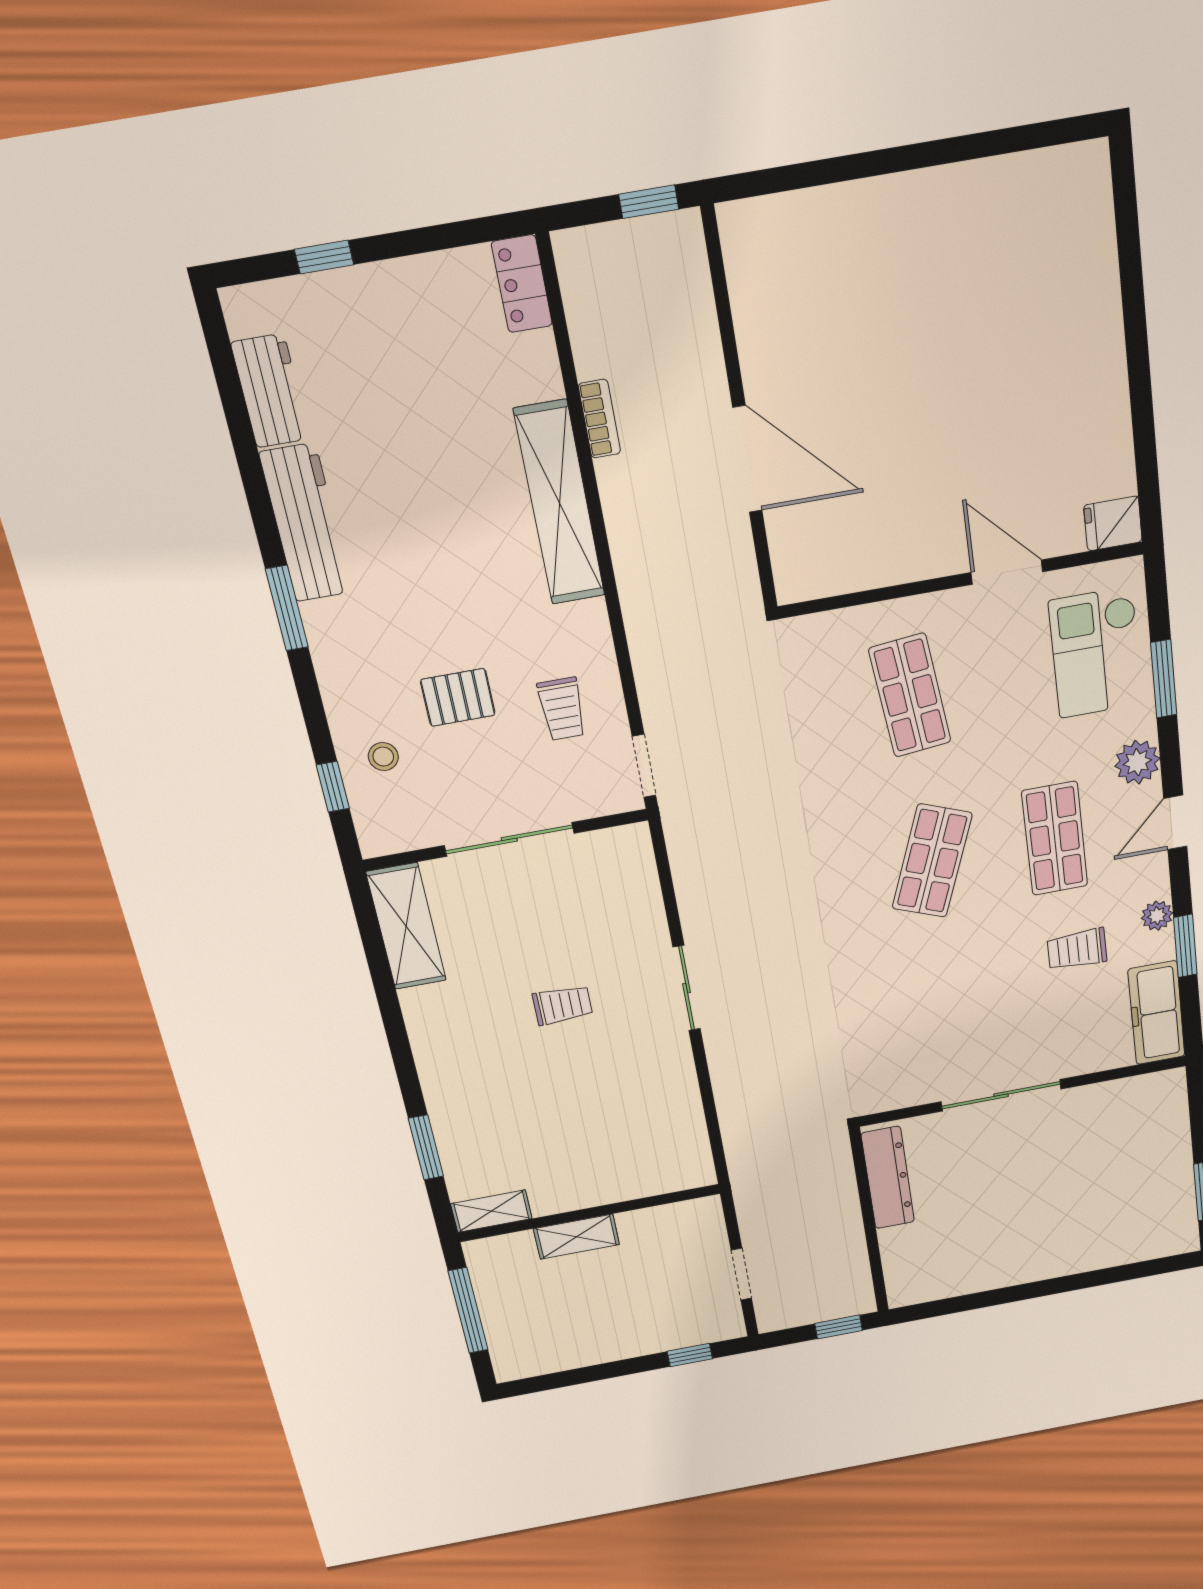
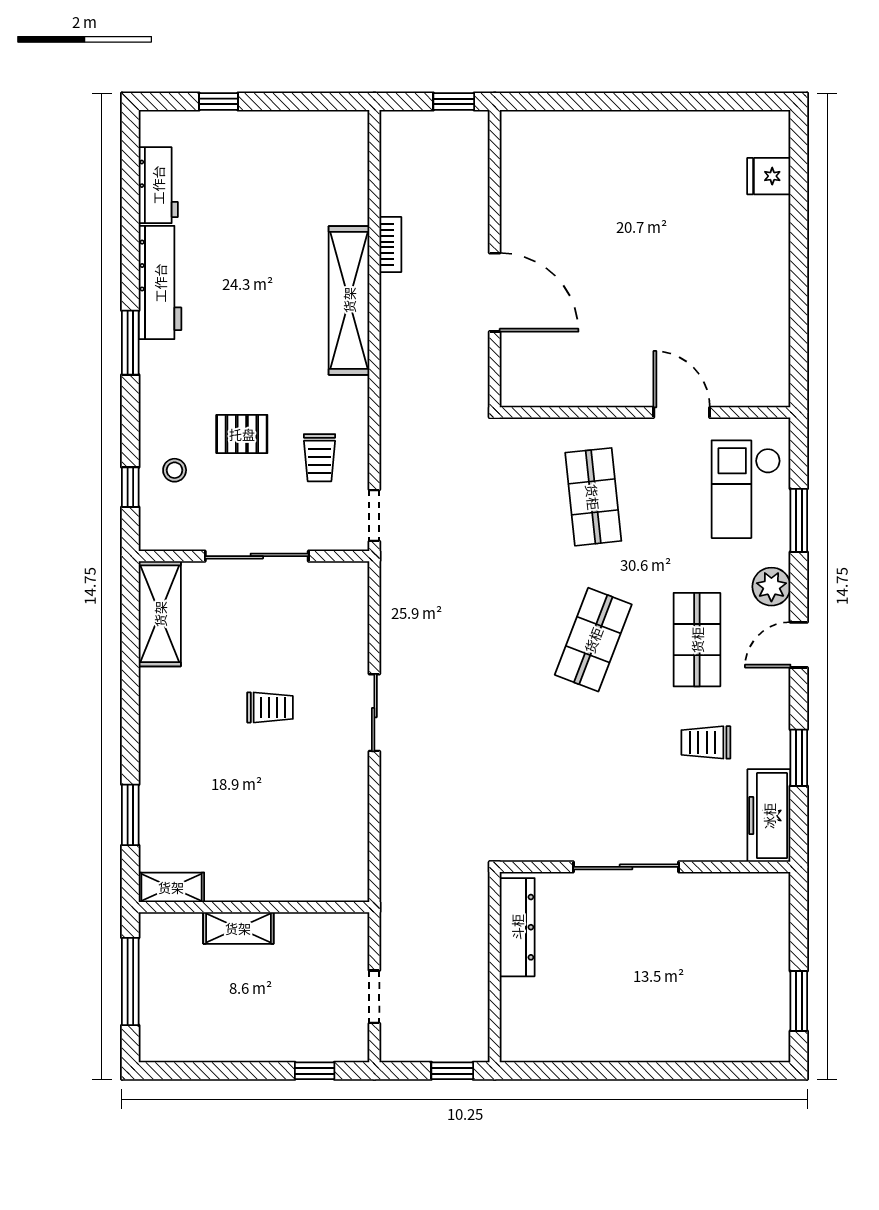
locker: (522, 284) -> (353, 142), removed
fridge: (1113, 523) -> (769, 176), moved
plant: (1157, 916) -> (777, 725), removed

